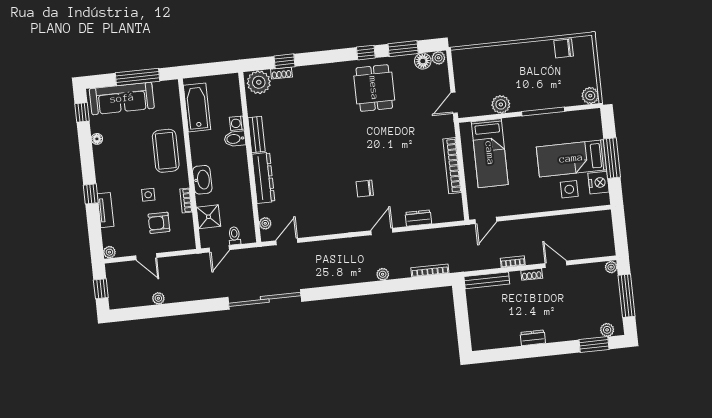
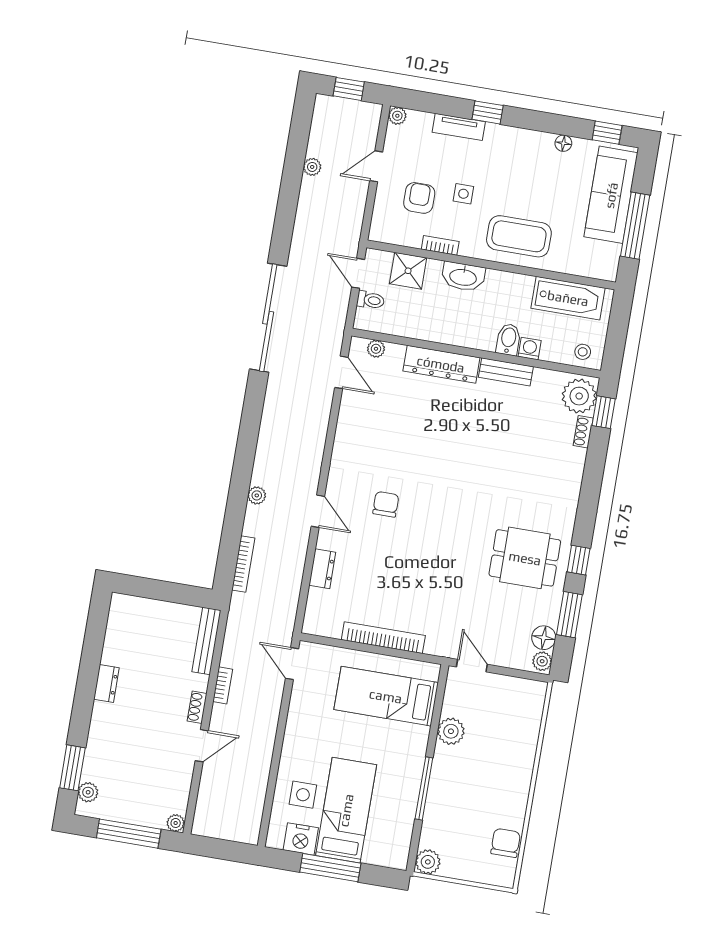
window: (285, 61) -> (604, 412), moved
stool: (229, 88) -> (583, 352), added

